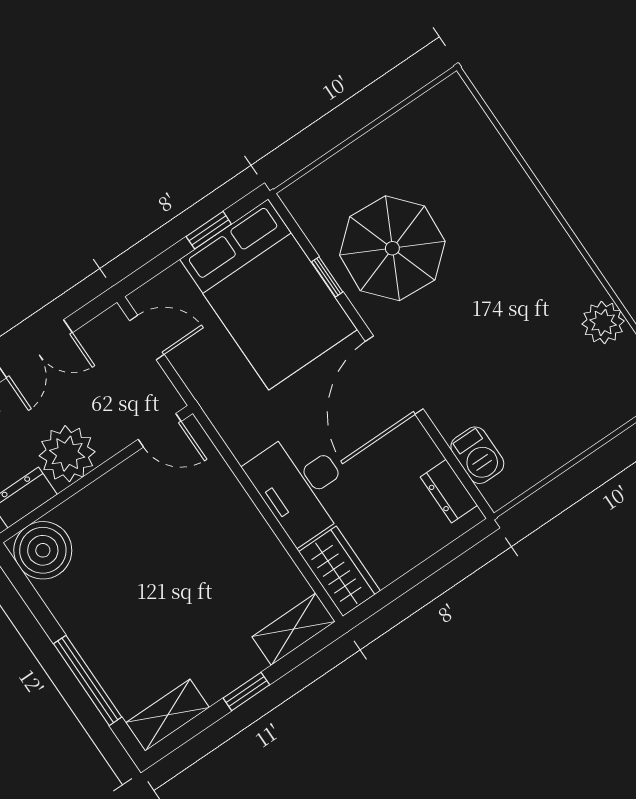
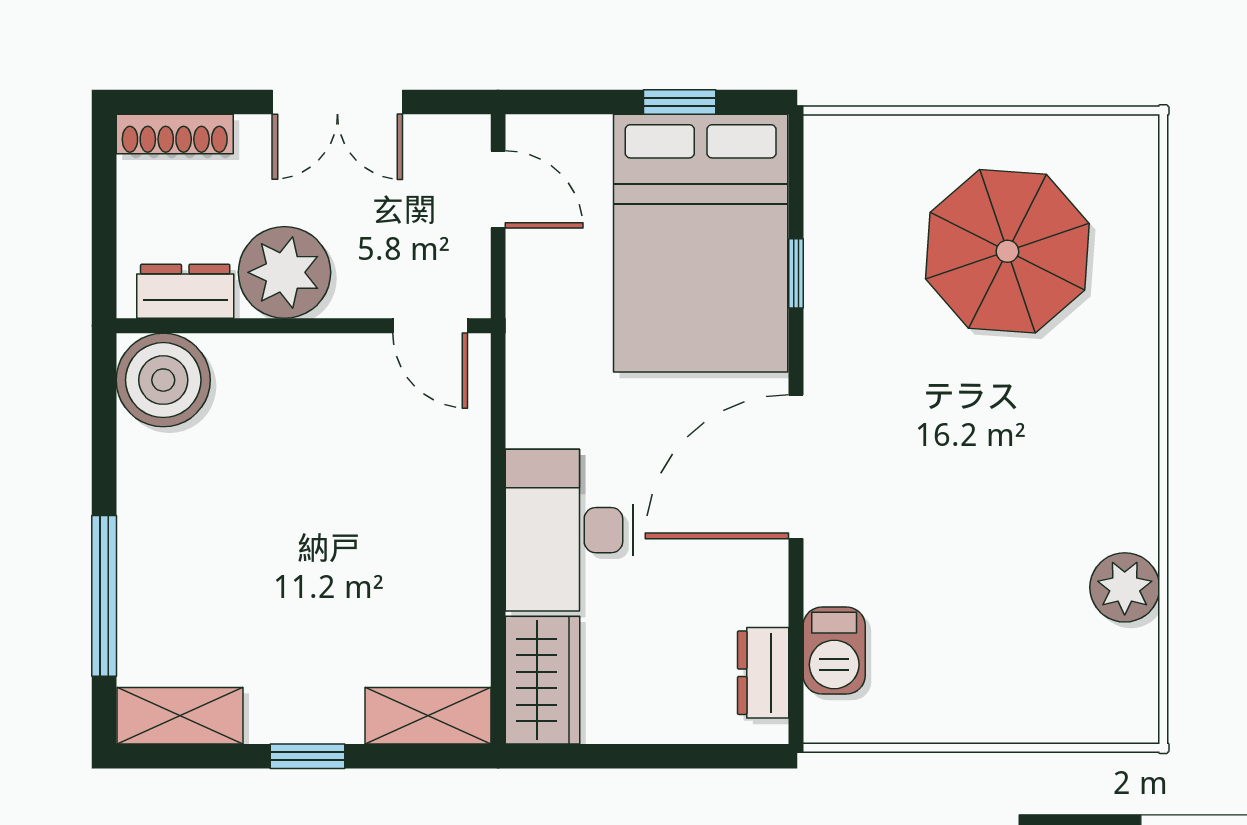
parasol: (392, 248) -> (1007, 251), moved

